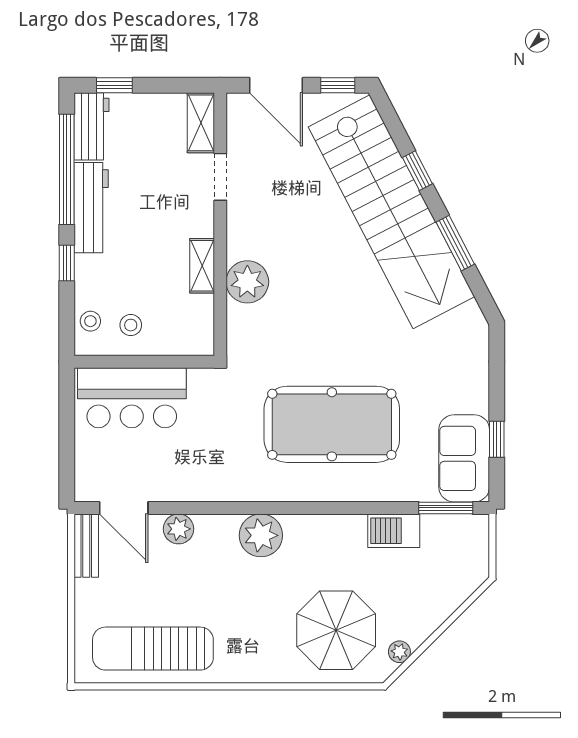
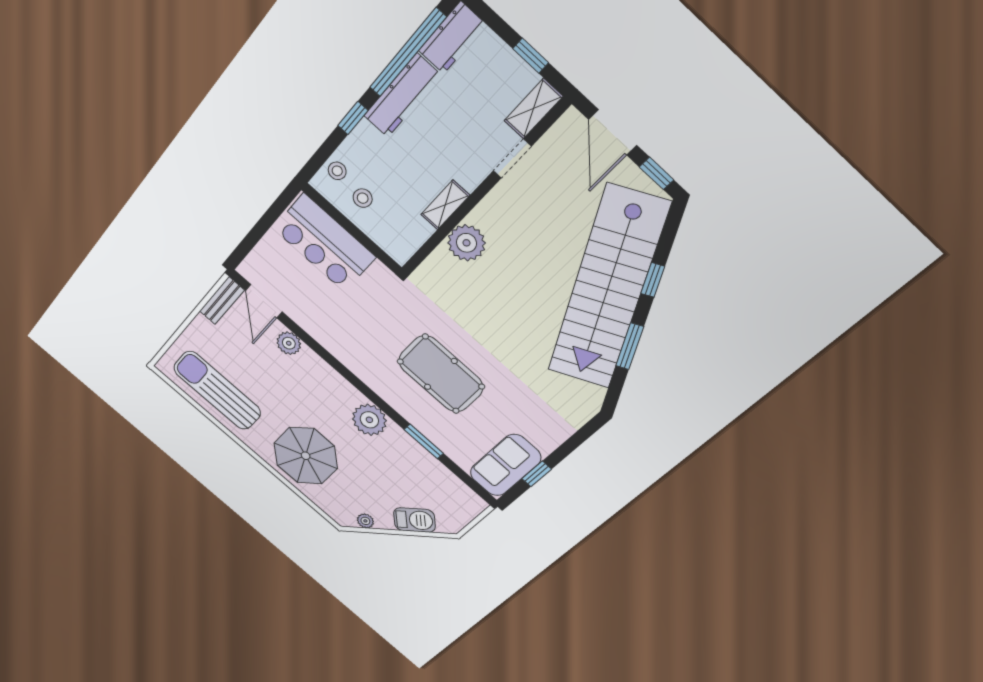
window: (114, 85) -> (531, 56), moved
pool table: (332, 424) -> (441, 374), width x0.73, depth x0.76
window: (446, 508) -> (424, 441), moved
barbecue: (394, 531) -> (414, 520), moved, turned 135
plant: (261, 535) -> (369, 420), moved
parasol: (336, 630) -> (306, 456), moved

